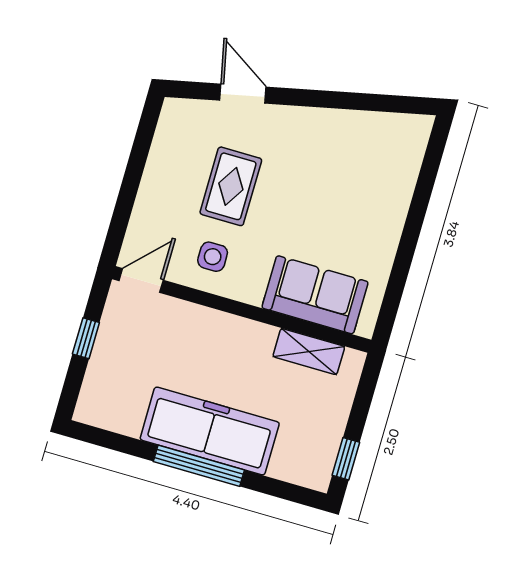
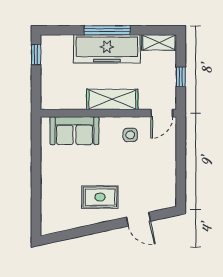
rug: (231, 186) -> (100, 197), moved, turned 90
shelving: (309, 352) -> (112, 99), moved, width x1.50, depth x1.33
shelving: (108, 415) -> (159, 43), added

